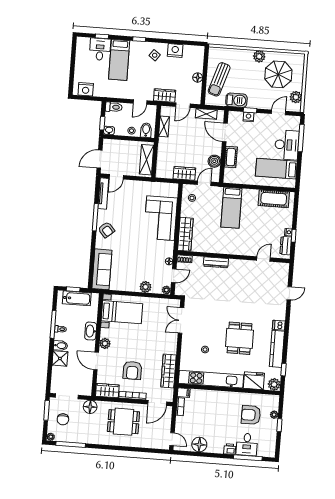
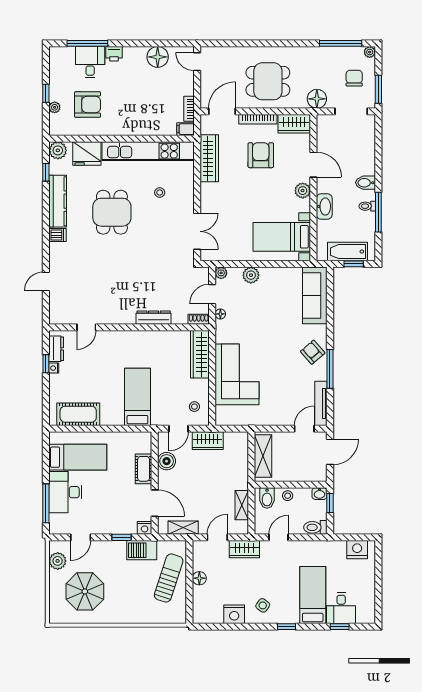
plant: (259, 56) -> (114, 615), removed
nightstand: (248, 117) -> (145, 528), moved
shower: (60, 358) -> (365, 164), removed

